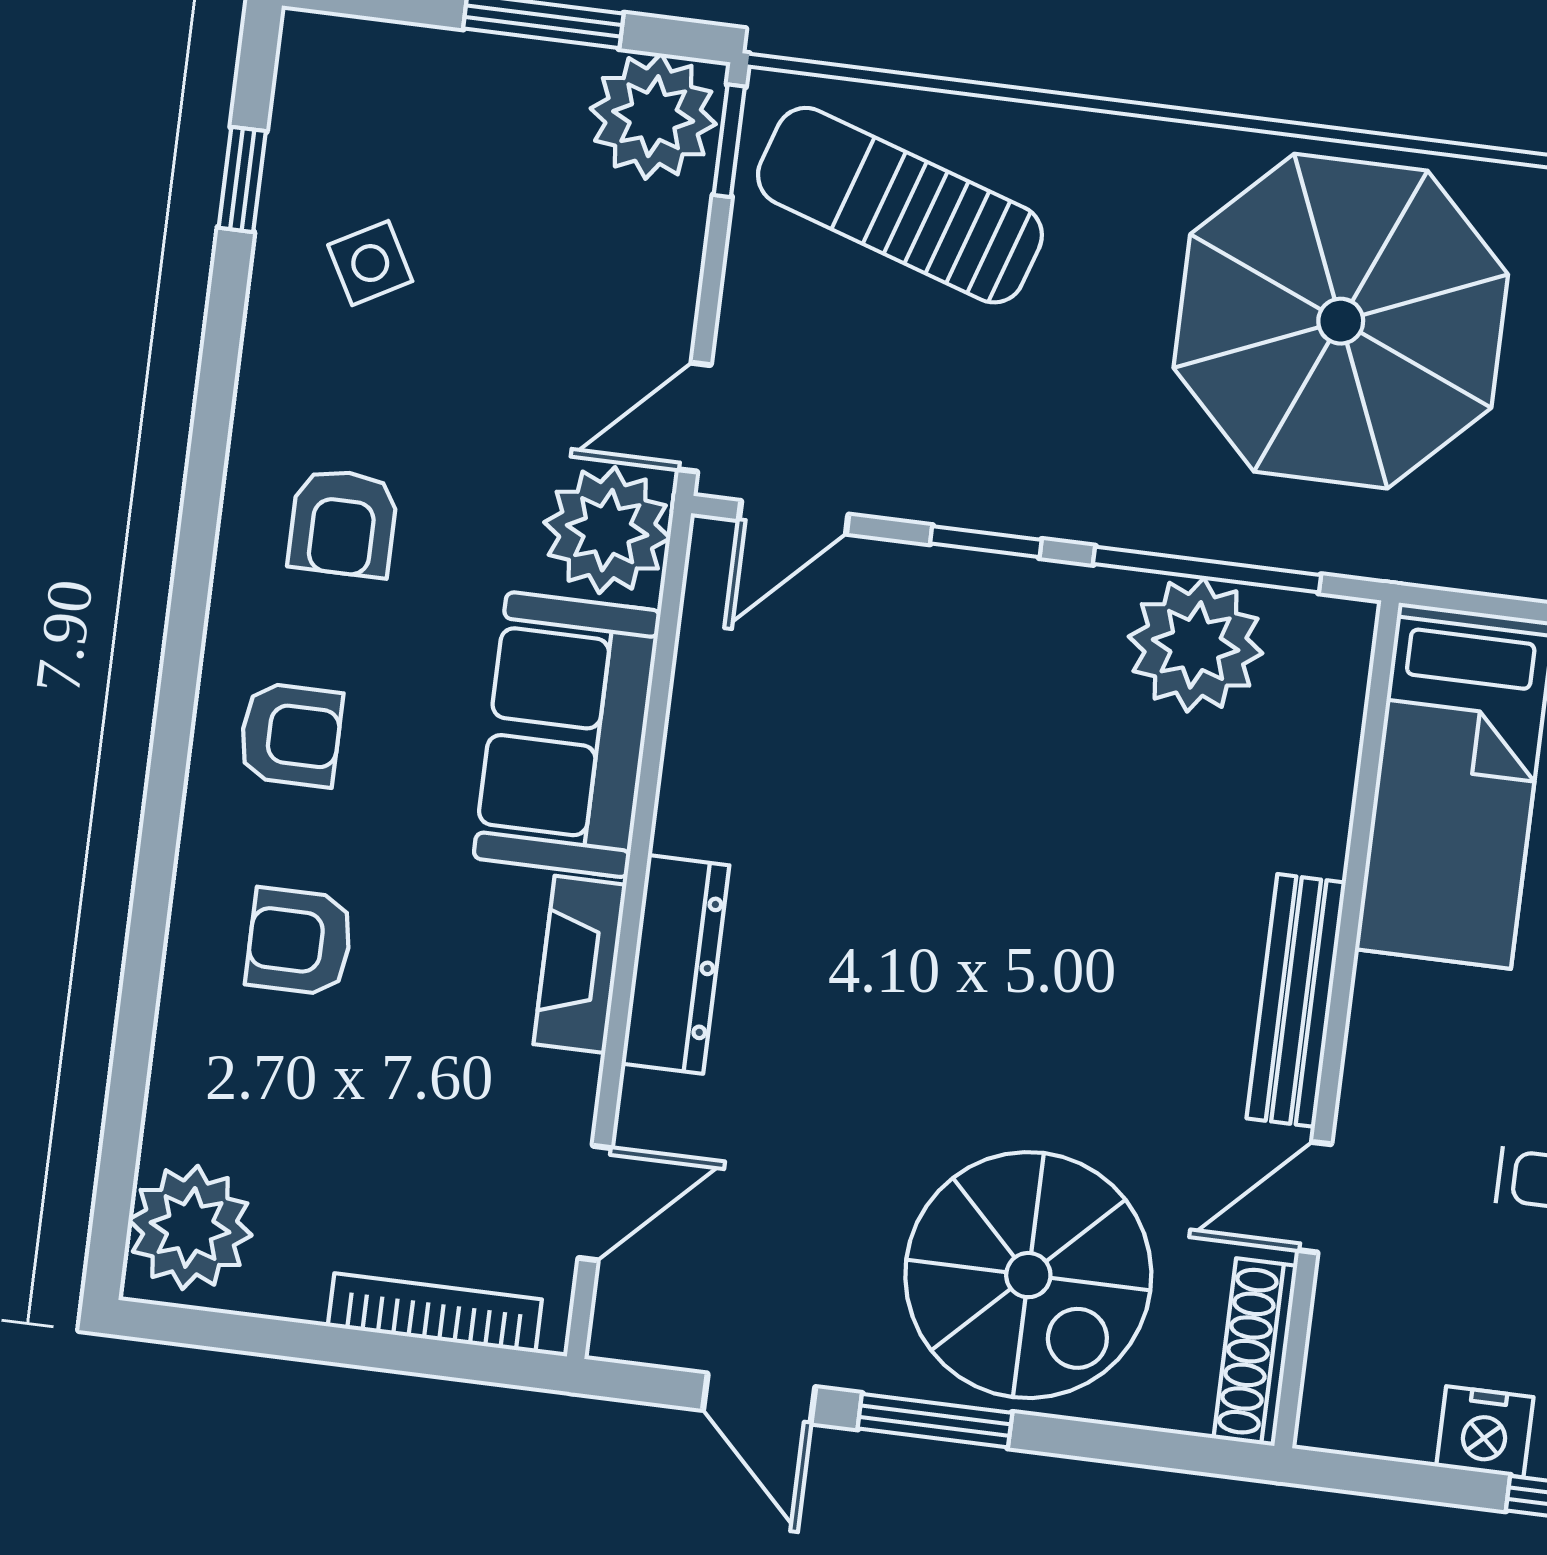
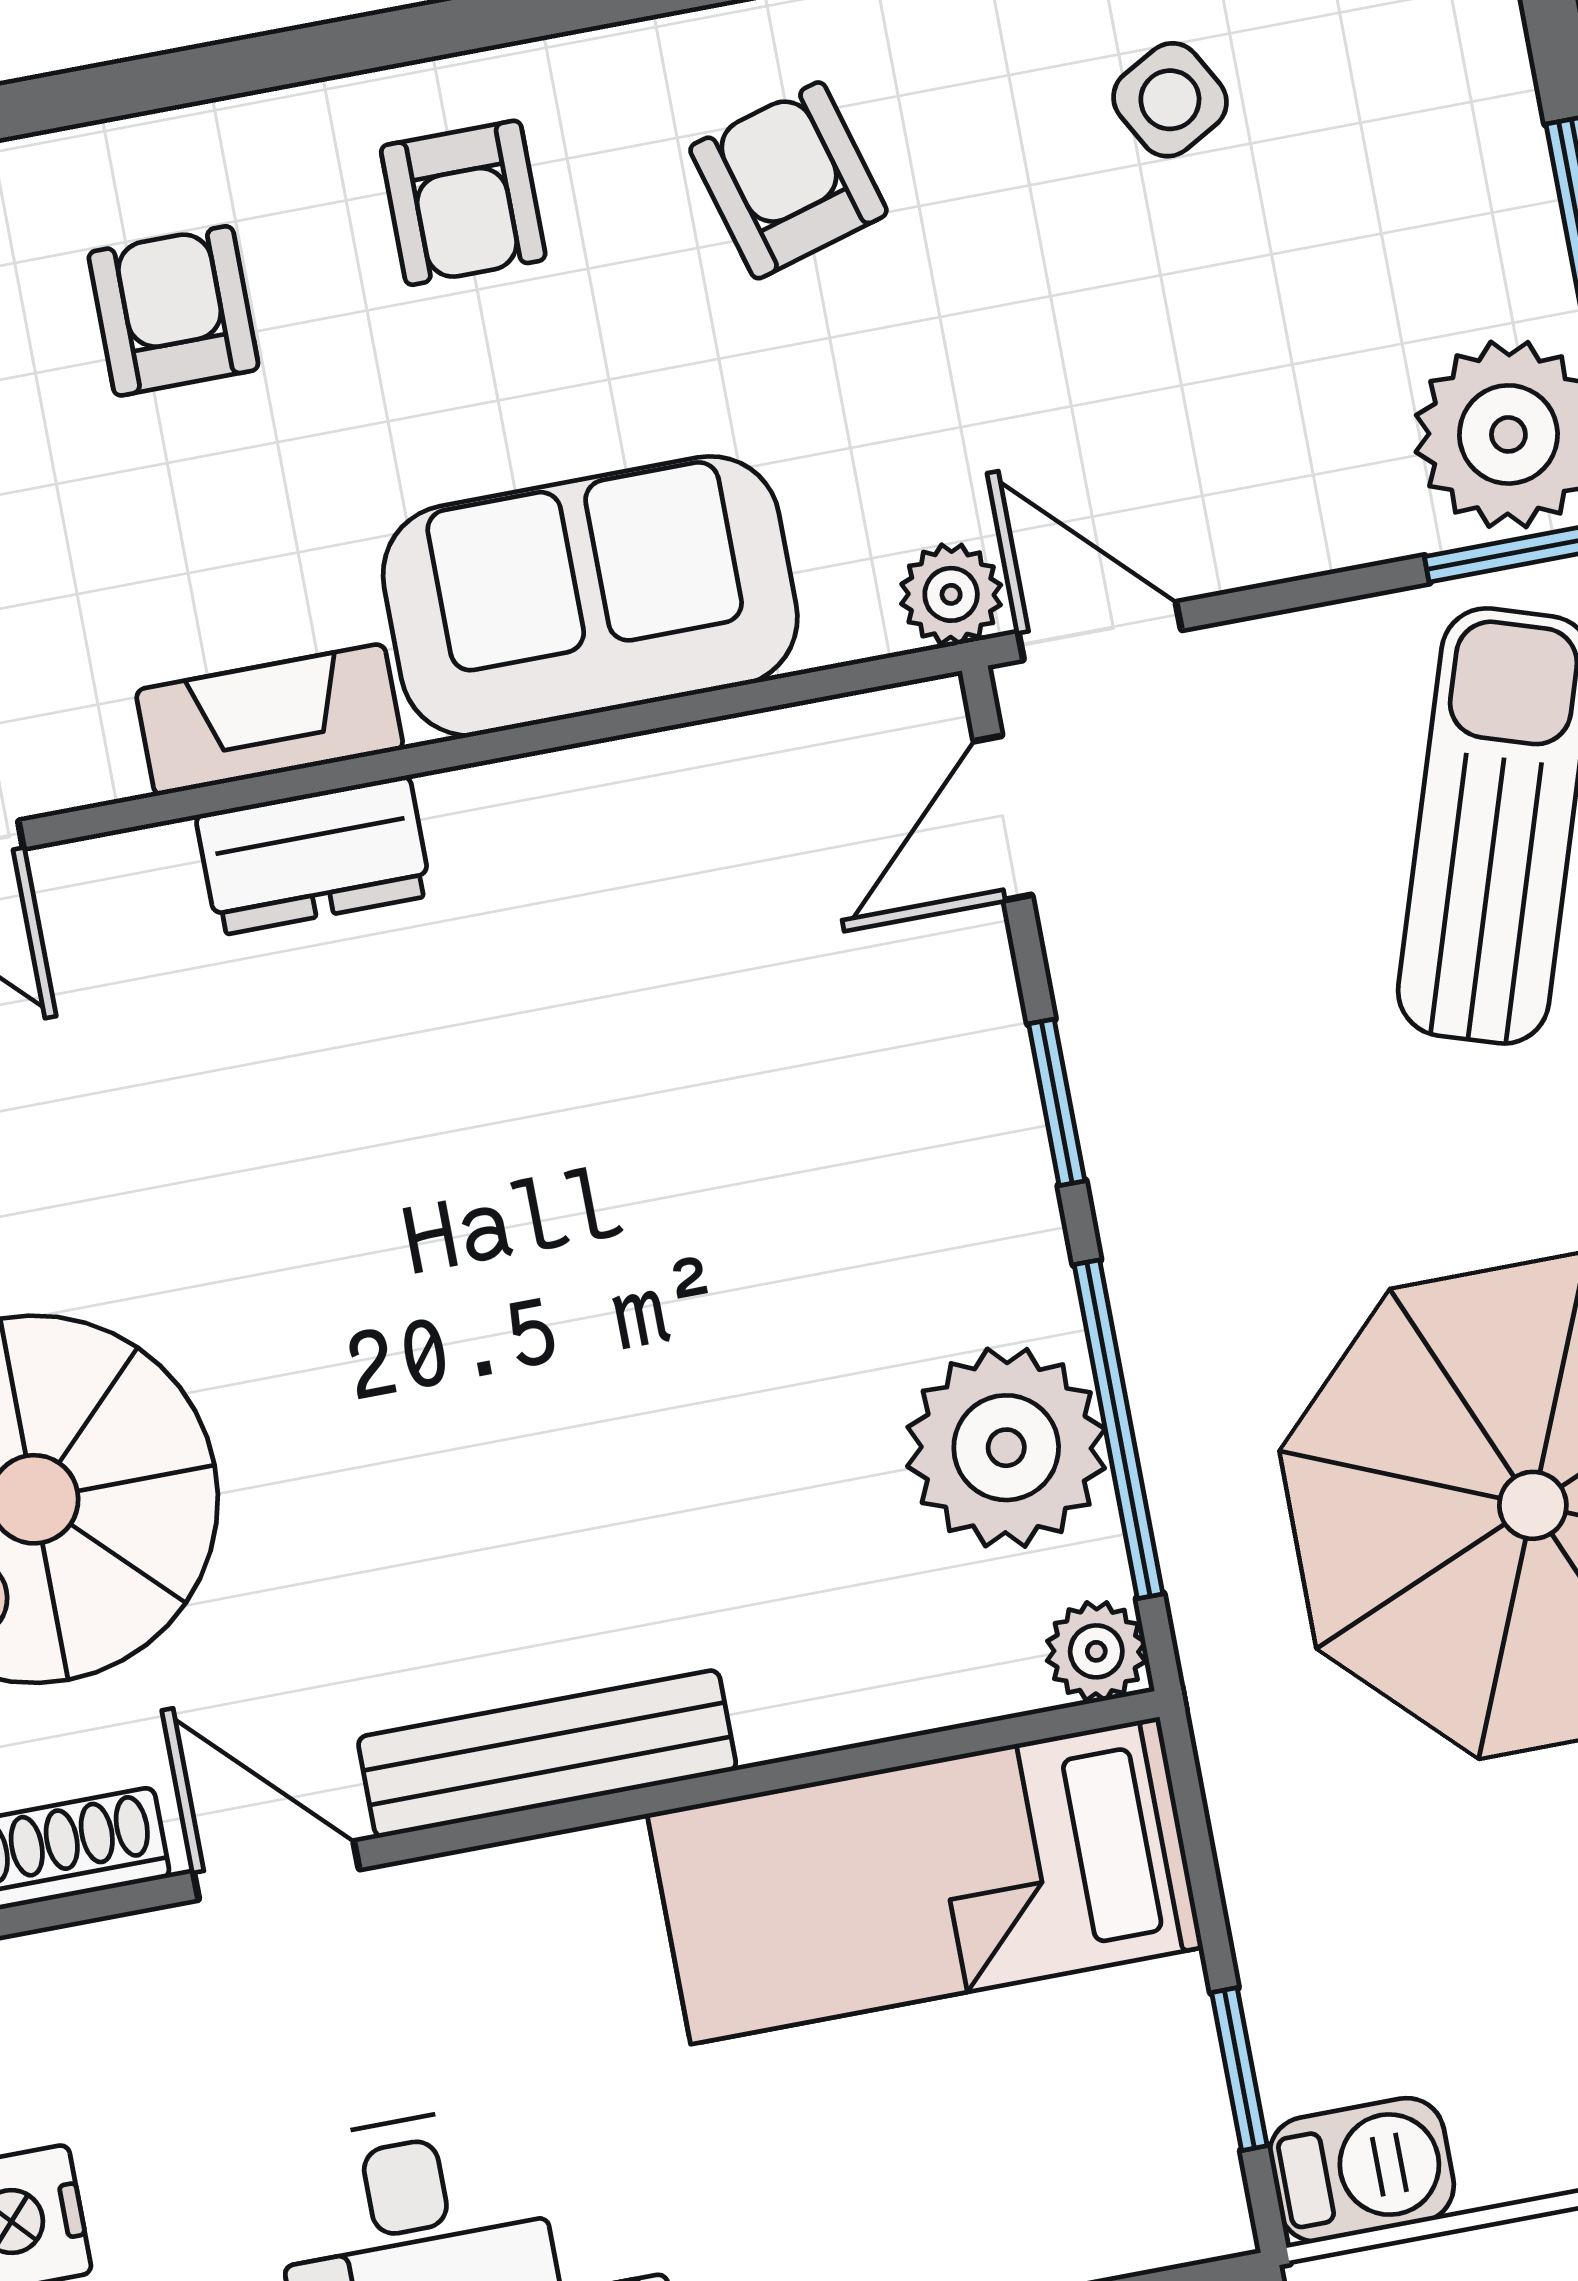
door: (794, 517) -> (1003, 818), hinge flipped
armchair: (343, 523) -> (788, 180), turned 74
plant: (607, 530) -> (951, 594), width x0.53, depth x0.53
plant: (1344, 629) -> (1096, 1651), added
dresser: (675, 964) -> (314, 855), width x0.70

